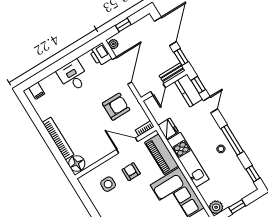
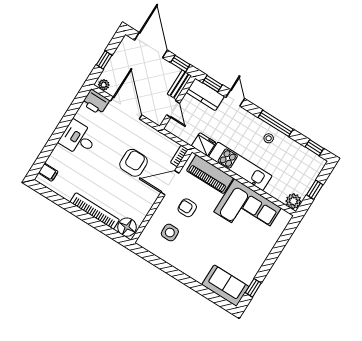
armchair: (116, 107) -> (134, 163), moved

